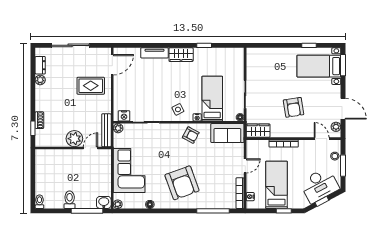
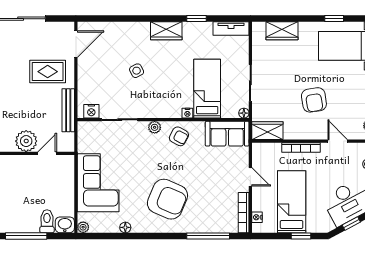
tv unit: (154, 53) -> (231, 28), moved
wardrobe: (269, 55) -> (282, 31), added
side table: (178, 109) -> (137, 71), moved
plant: (118, 128) -> (155, 127), moved
bench: (106, 130) -> (68, 110), moved
door: (322, 139) -> (338, 141), moved
door: (245, 166) -> (250, 177), hinge flipped
armchair: (182, 183) -> (167, 199), turned -47
toilet: (70, 200) -> (47, 221), moved
window: (87, 211) -> (26, 236), moved

